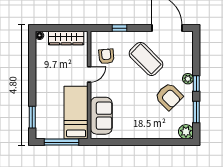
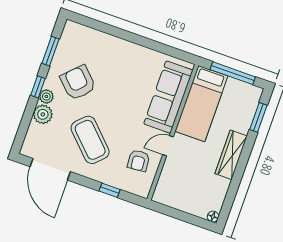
wardrobe: (66, 38) -> (231, 155), moved, turned -90
sofa: (101, 116) -> (168, 97), width x1.36
plant: (186, 132) -> (43, 114), moved

